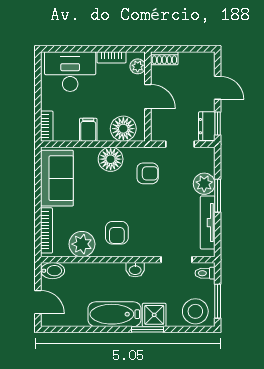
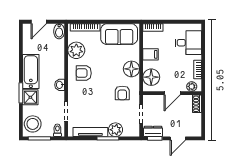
desk: (70, 72) -> (188, 43), width x0.73

